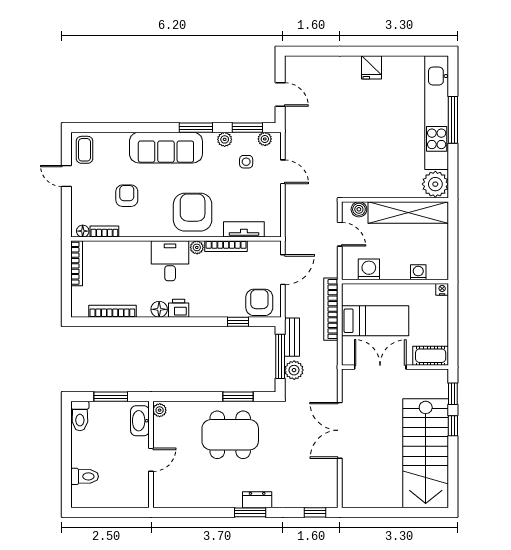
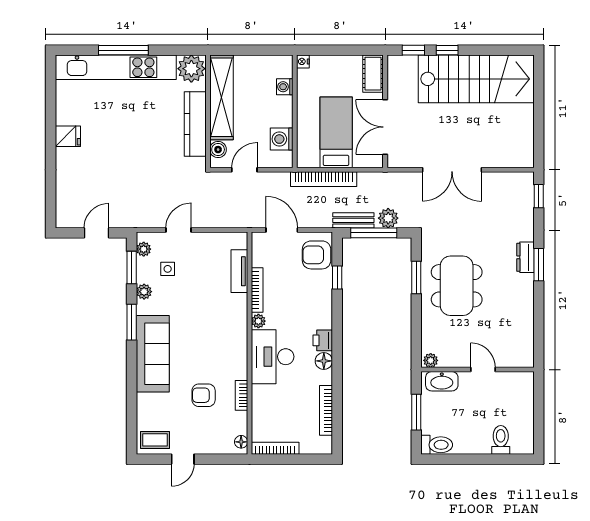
kitchen counter: (383, 188) -> (195, 124), added
armchair: (193, 212) -> (221, 326), removed
bookcase: (104, 231) -> (242, 395), moved
desk: (170, 261) -> (273, 357), width x1.37

